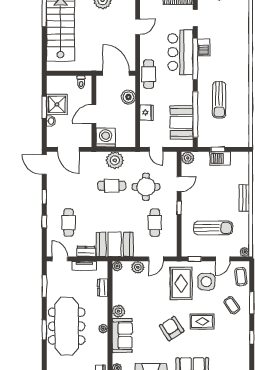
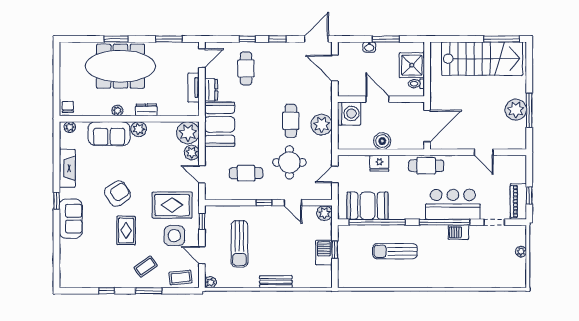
boiler: (128, 97) -> (382, 141), moved
shower: (57, 104) -> (412, 65), moved
door: (68, 149) -> (335, 68), hinge flipped
cafe table: (69, 223) -> (246, 68), turned 90
plant: (117, 266) -> (188, 133), width x1.87, depth x1.87
dresser: (103, 287) -> (146, 110), moved

